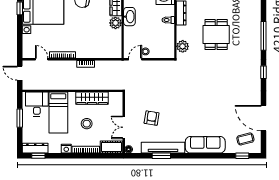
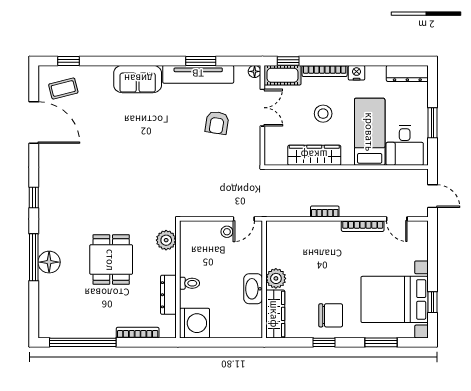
floor lamp: (254, 33) -> (49, 262), added
sofa: (205, 145) -> (138, 79), width x0.73
window: (38, 156) -> (288, 61), moved

